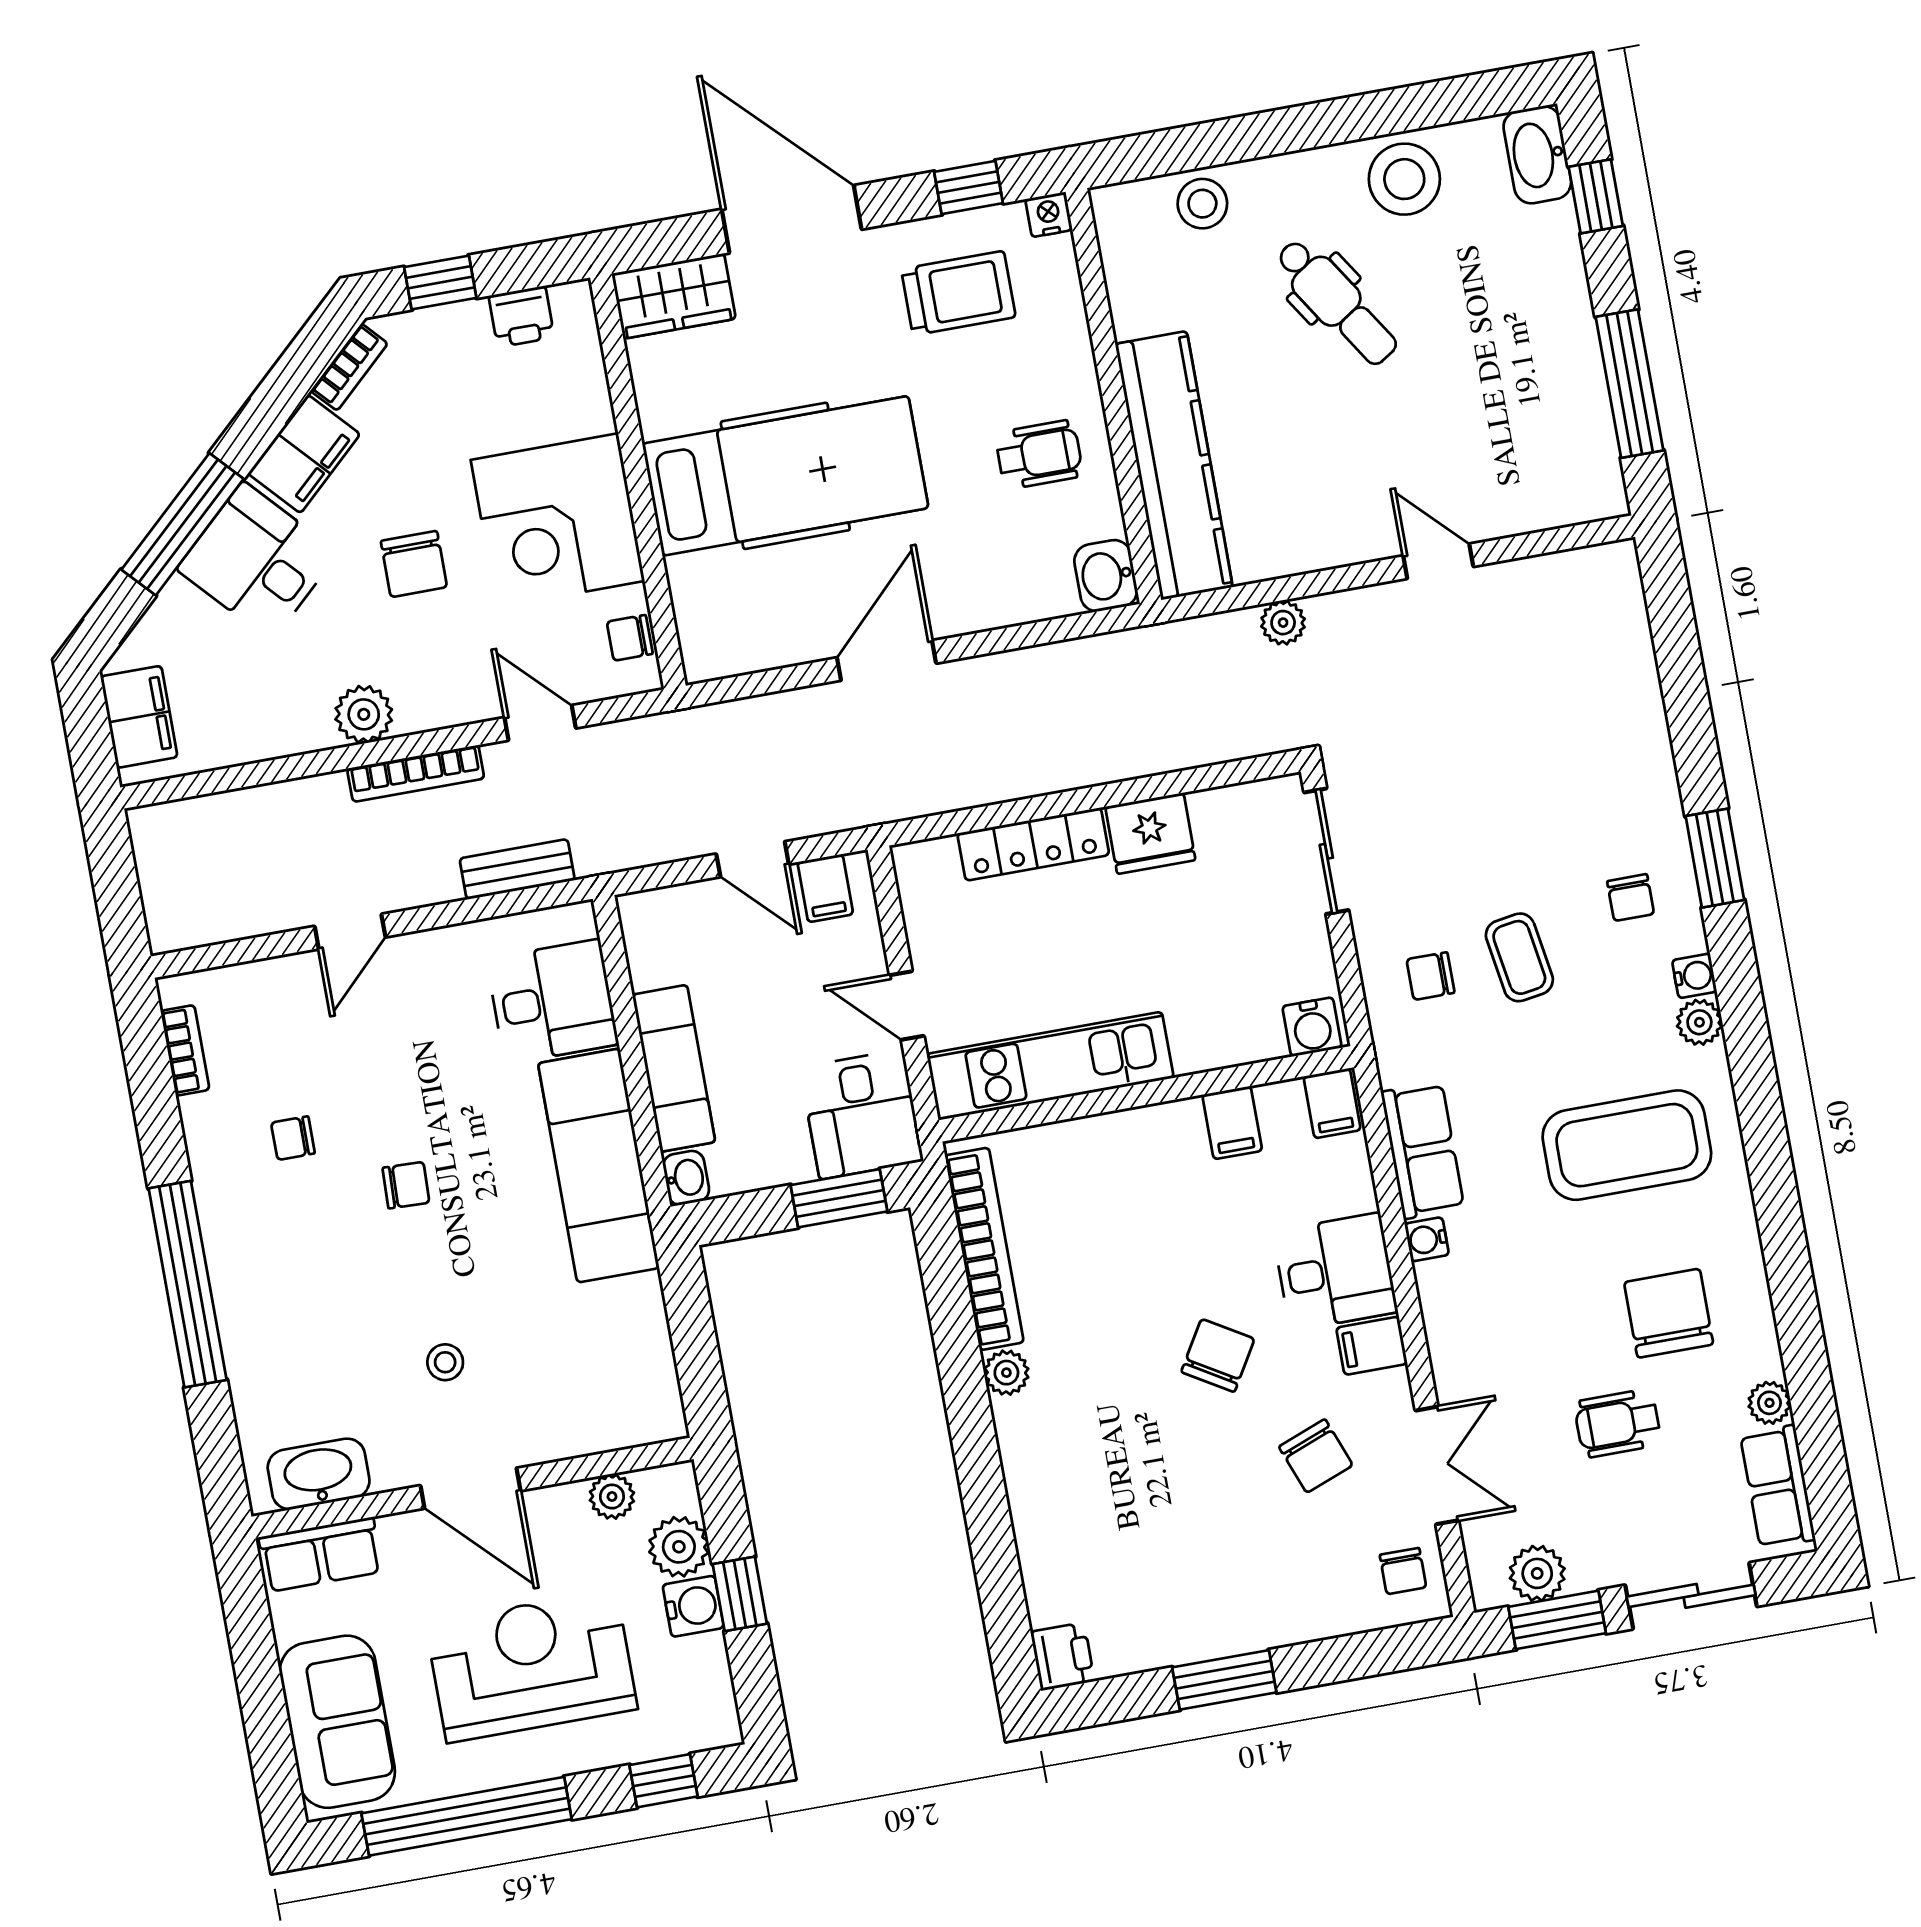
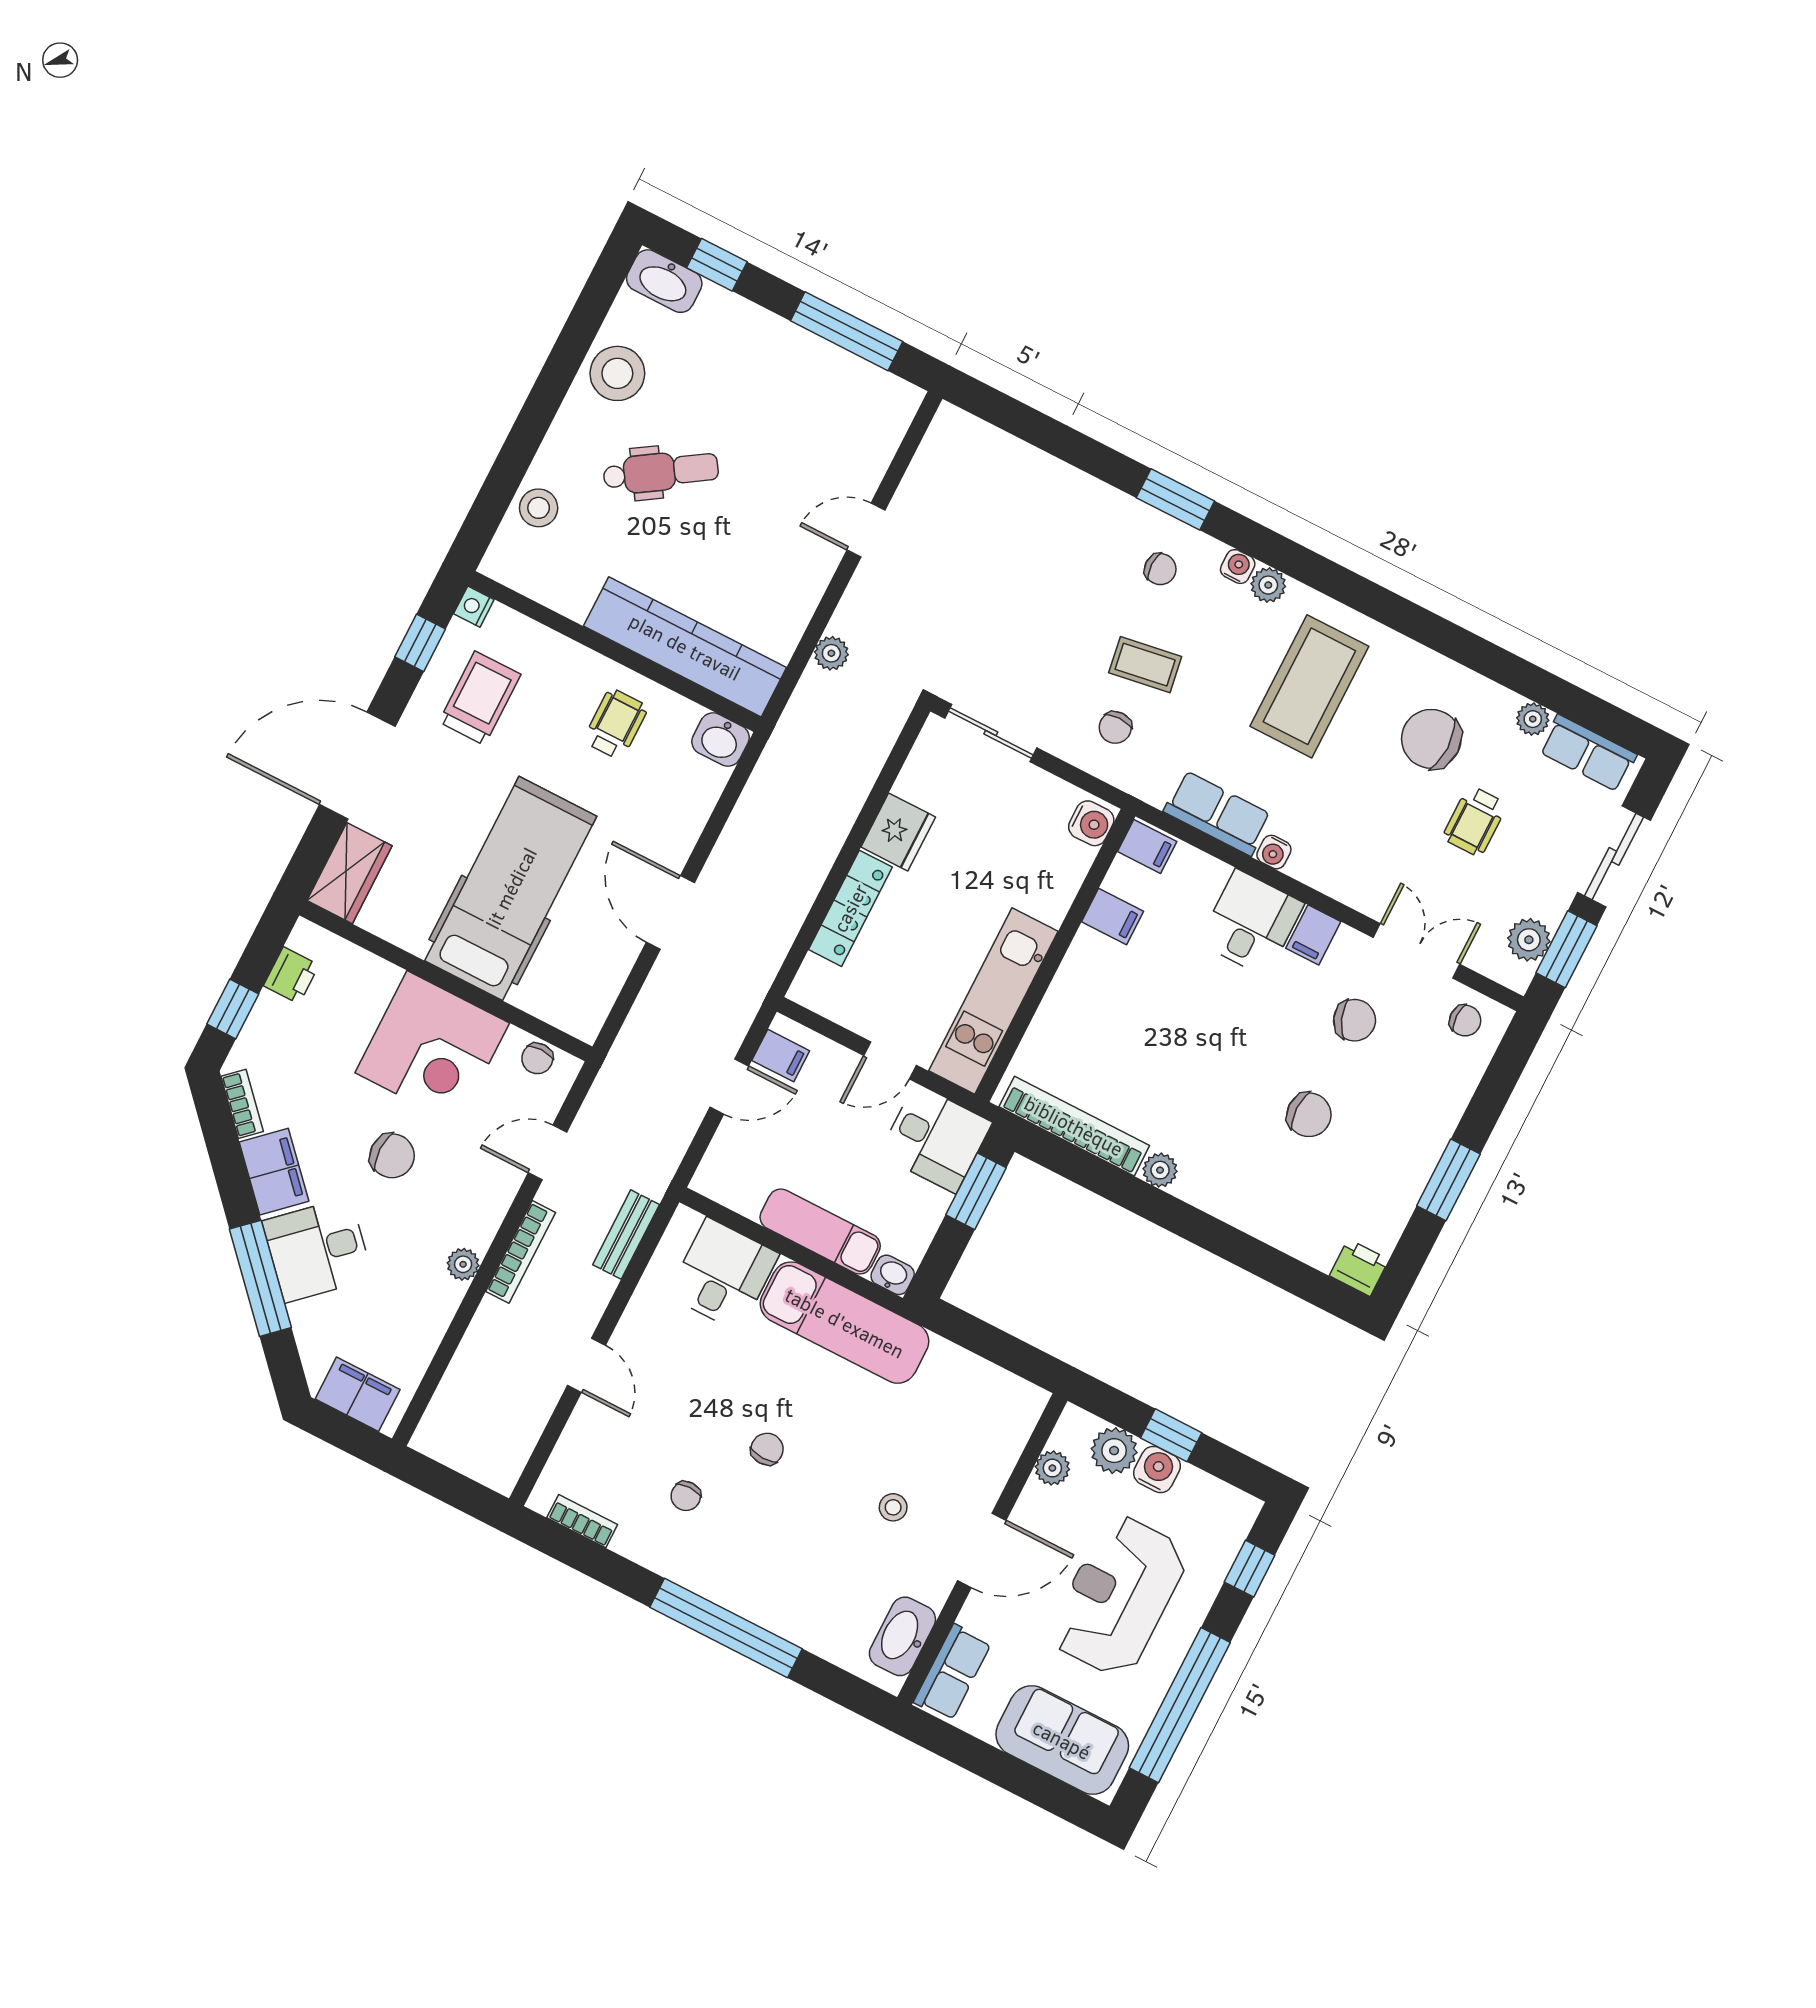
plant: (364, 714) -> (463, 1264), width x0.73, depth x0.73
chair: (1218, 1355) -> (1309, 1115), moved, turned 149

